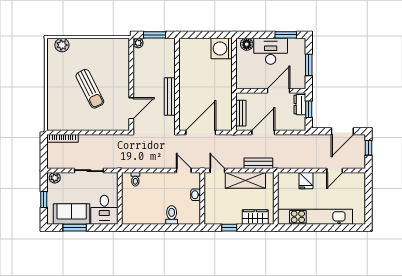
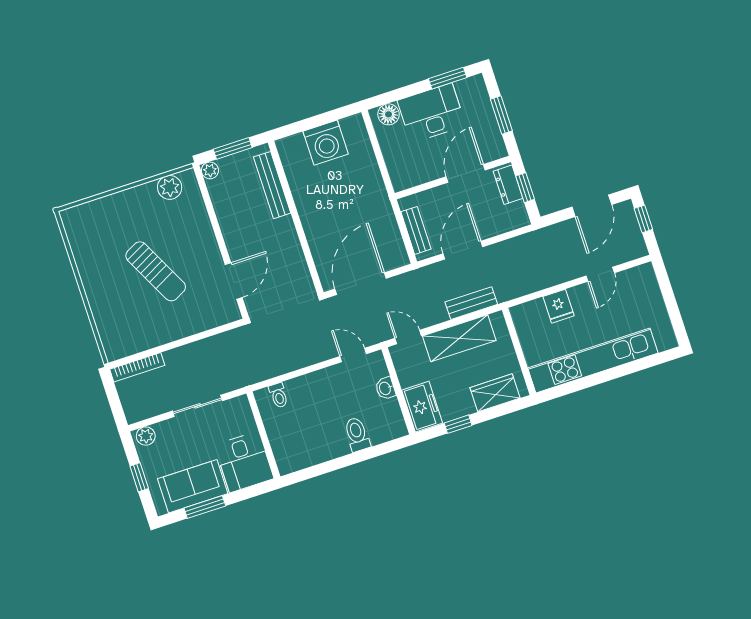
plant: (62, 45) -> (170, 187), moved
washing machine: (222, 48) -> (326, 143), moved, turned -90
bench: (170, 97) -> (272, 185), moved
freezer: (212, 211) -> (422, 407), added

